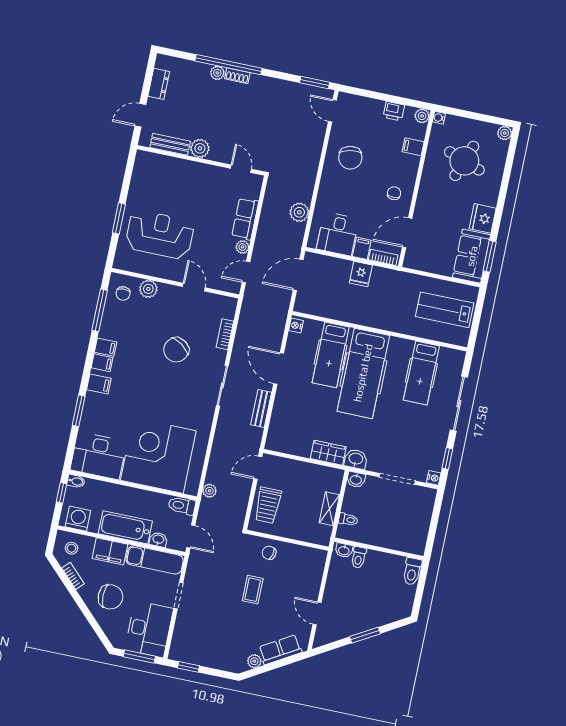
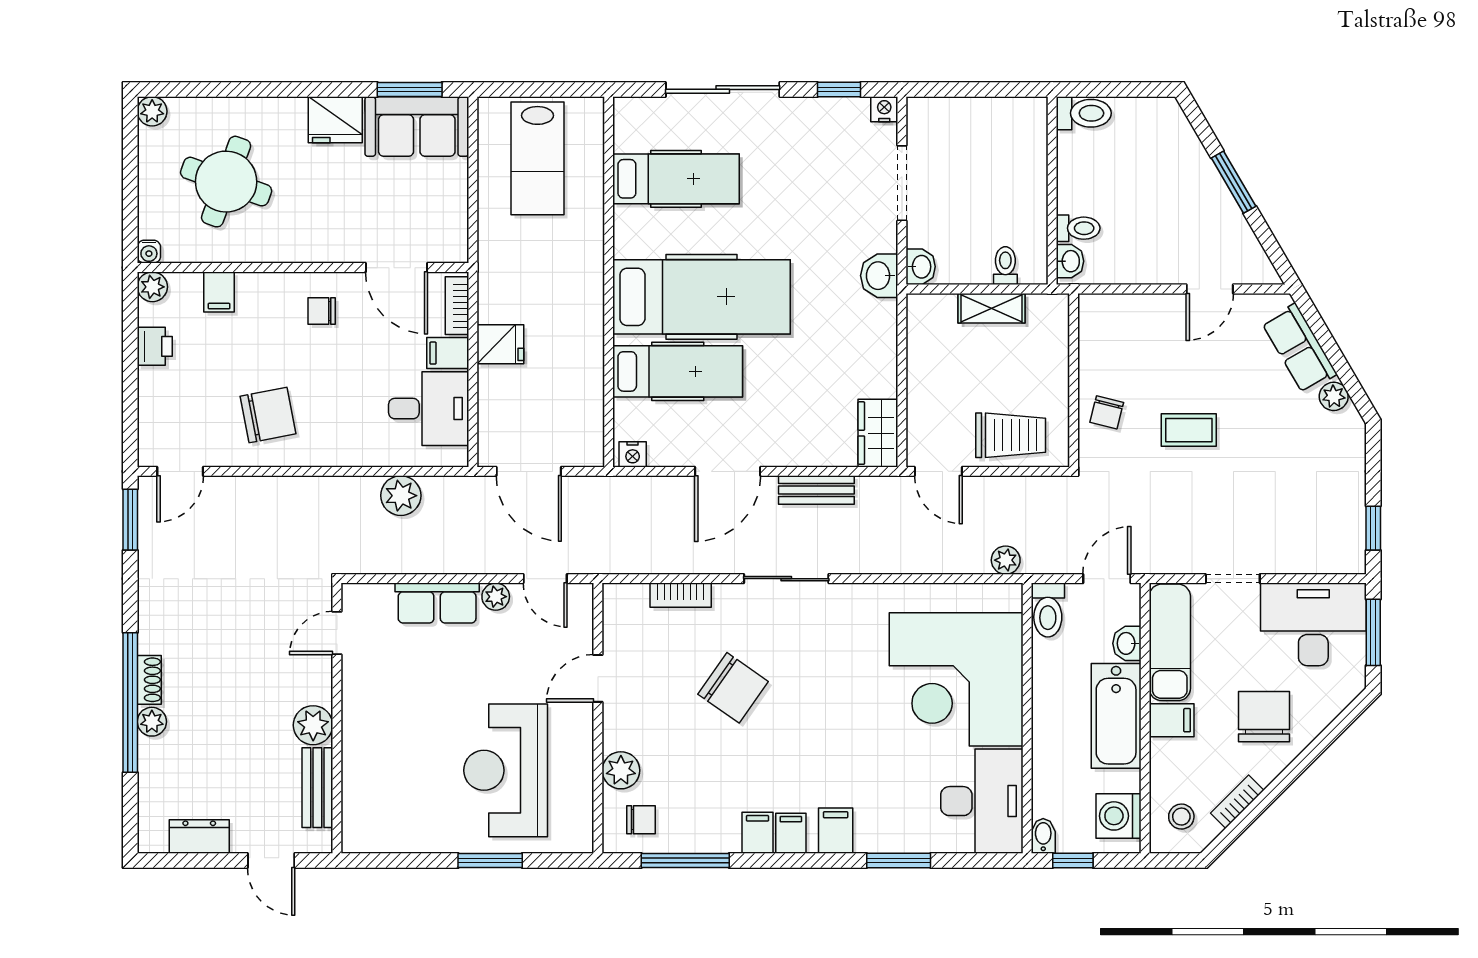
wardrobe: (328, 453) -> (878, 433), moved
filing cabinet: (110, 551) -> (1172, 720), width x0.50

